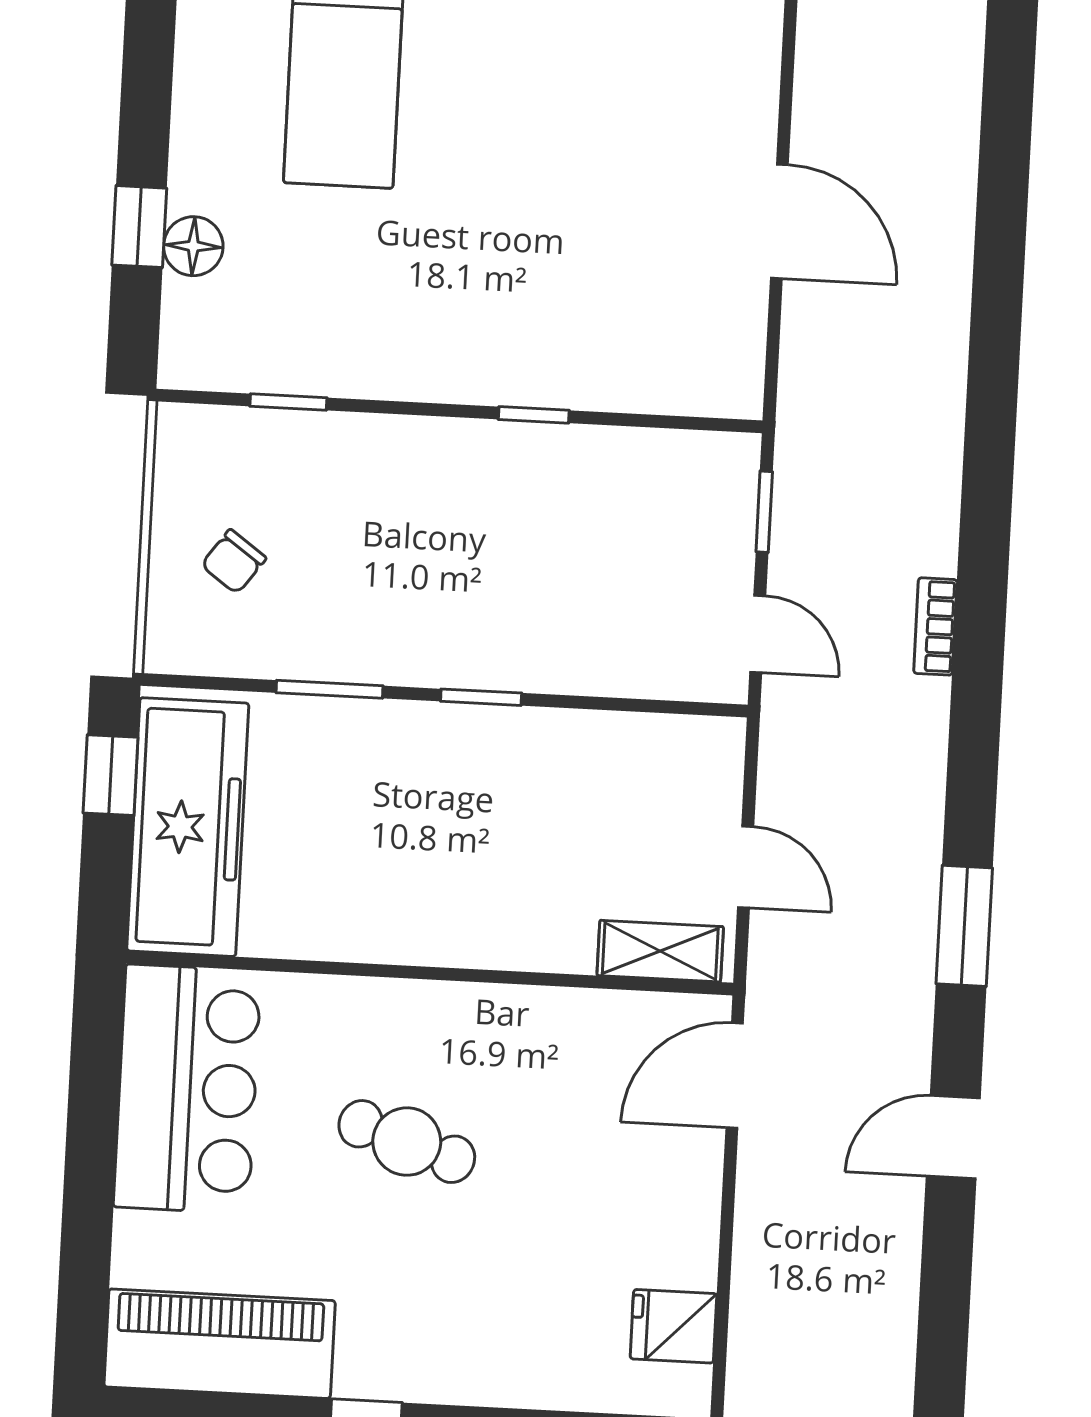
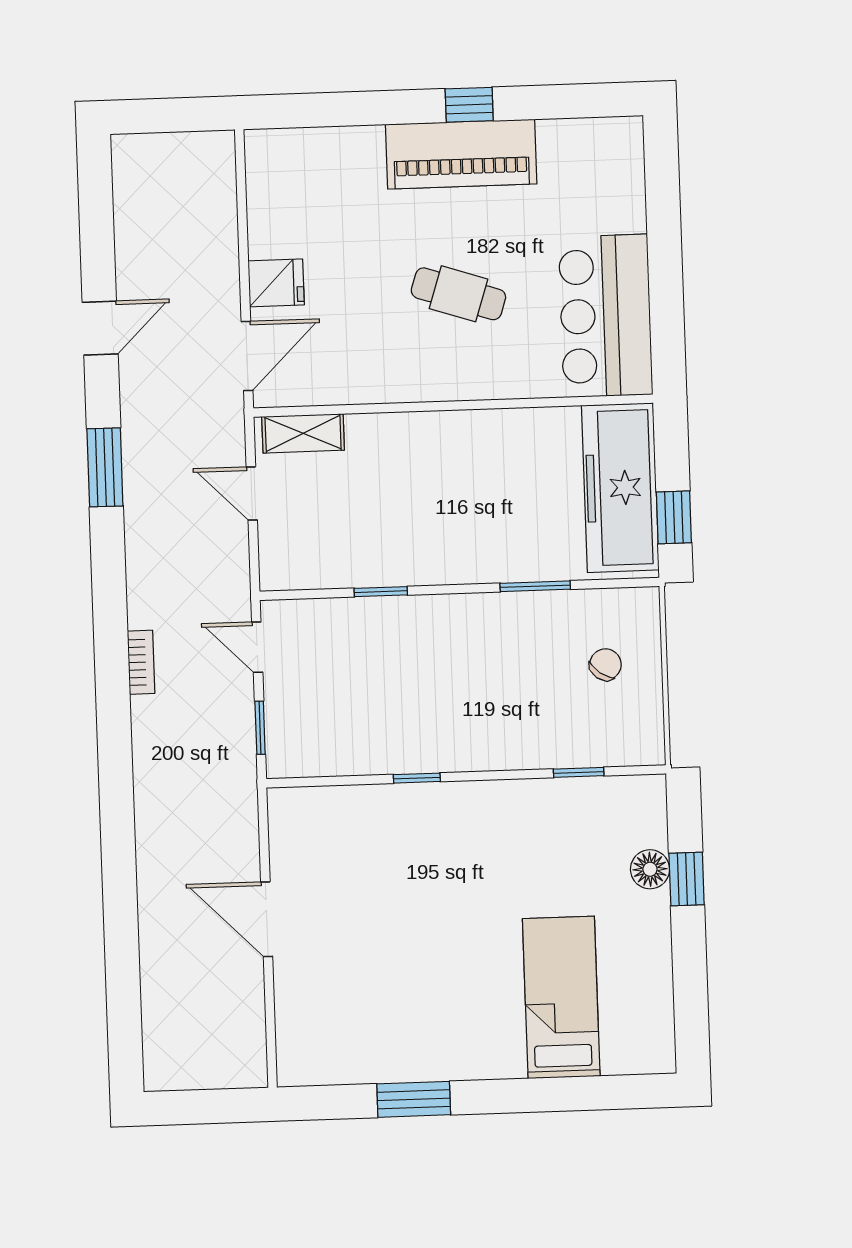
window: (481, 697) -> (381, 592), moved
fridge: (674, 1326) -> (276, 283), moved
piano: (220, 1344) -> (461, 154), moved

